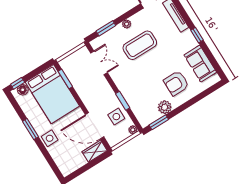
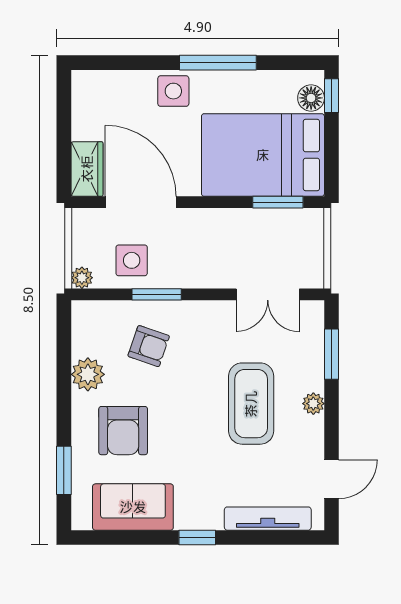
armchair: (176, 83) -> (123, 431), turned 180
armchair: (142, 92) -> (149, 346), added
window: (159, 122) -> (64, 470), moved
door: (95, 126) -> (141, 202), hinge flipped
window: (30, 129) -> (218, 63), width x1.44

